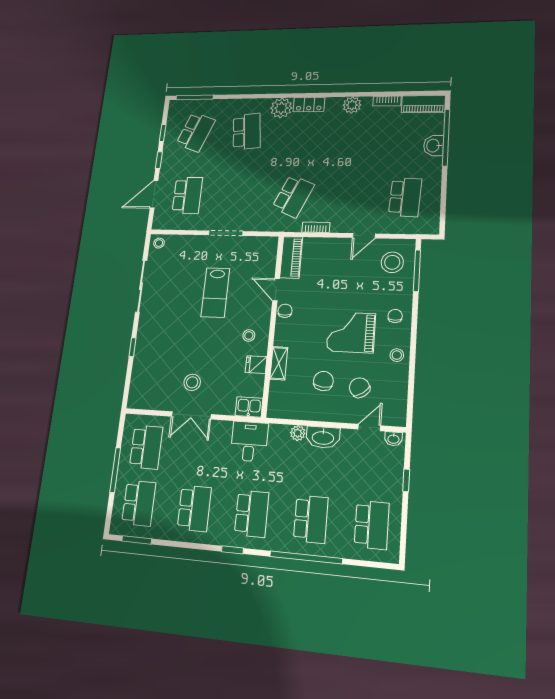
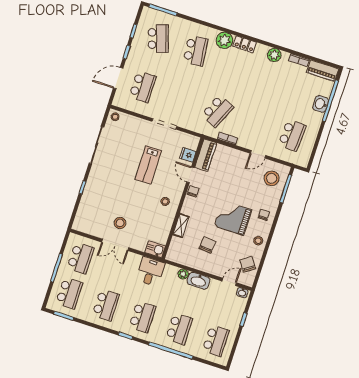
school desk: (196, 132) -> (158, 39), turned -39
fridge: (256, 365) -> (188, 155), moved
chair: (359, 388) -> (248, 264), moved

